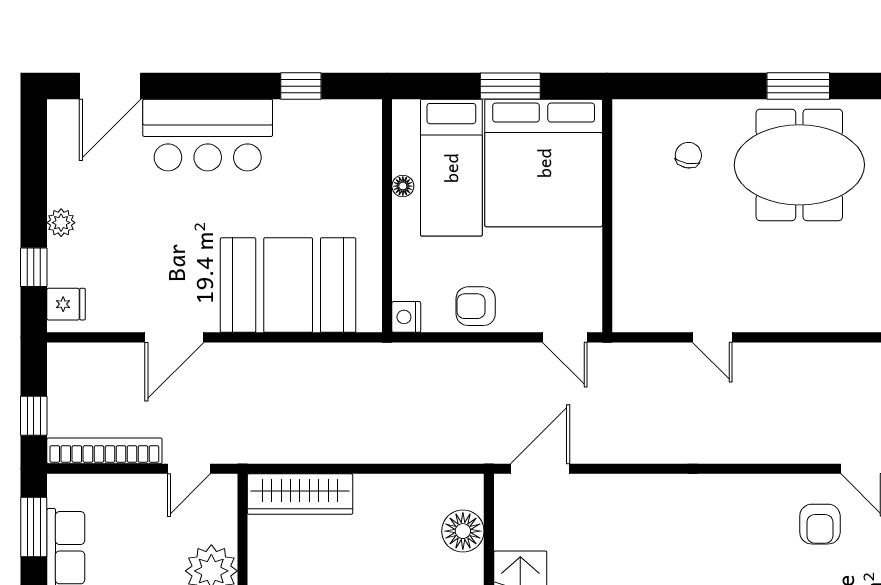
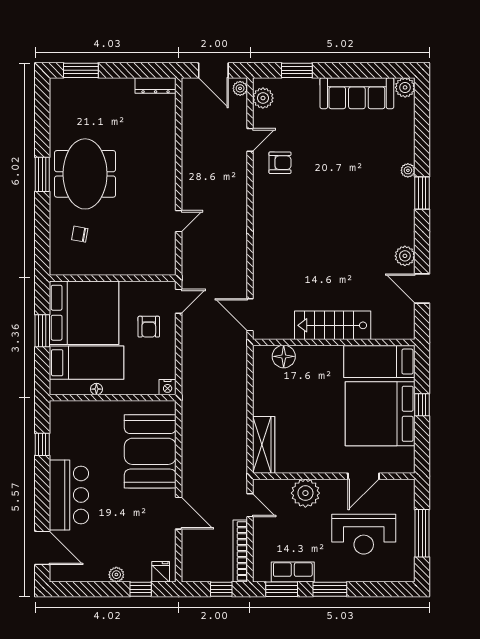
armchair: (476, 306) -> (149, 327), moved

